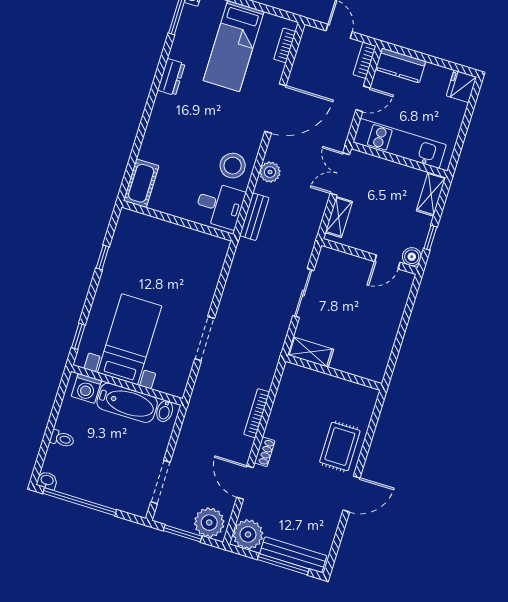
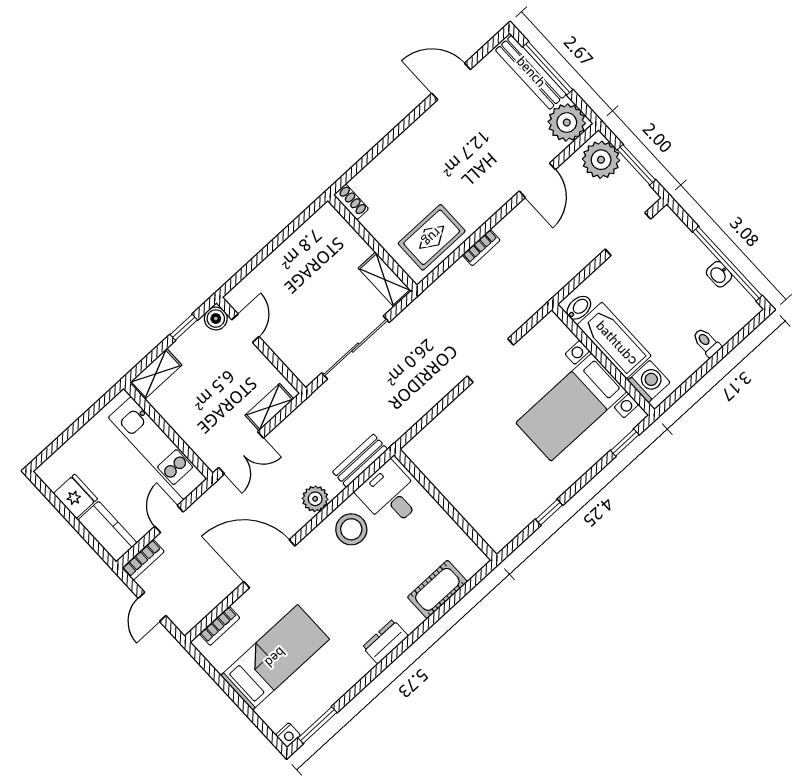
dresser: (171, 77) -> (385, 642), moved
fridge: (461, 86) -> (75, 496), moved, turned -90
door: (363, 99) -> (169, 519), hinge flipped
cot: (141, 183) -> (437, 589), moved
door: (387, 262) -> (245, 328), hinge flipped
sliding door: (303, 293) -> (355, 348), width x1.37
bookcase: (257, 413) -> (481, 248), width x0.64
rug: (340, 446) -> (432, 237), moved
shoe rack: (265, 452) -> (351, 202), moved, turned 90
washbasin: (47, 480) -> (719, 274), moved
door: (351, 494) -> (451, 81), moved

